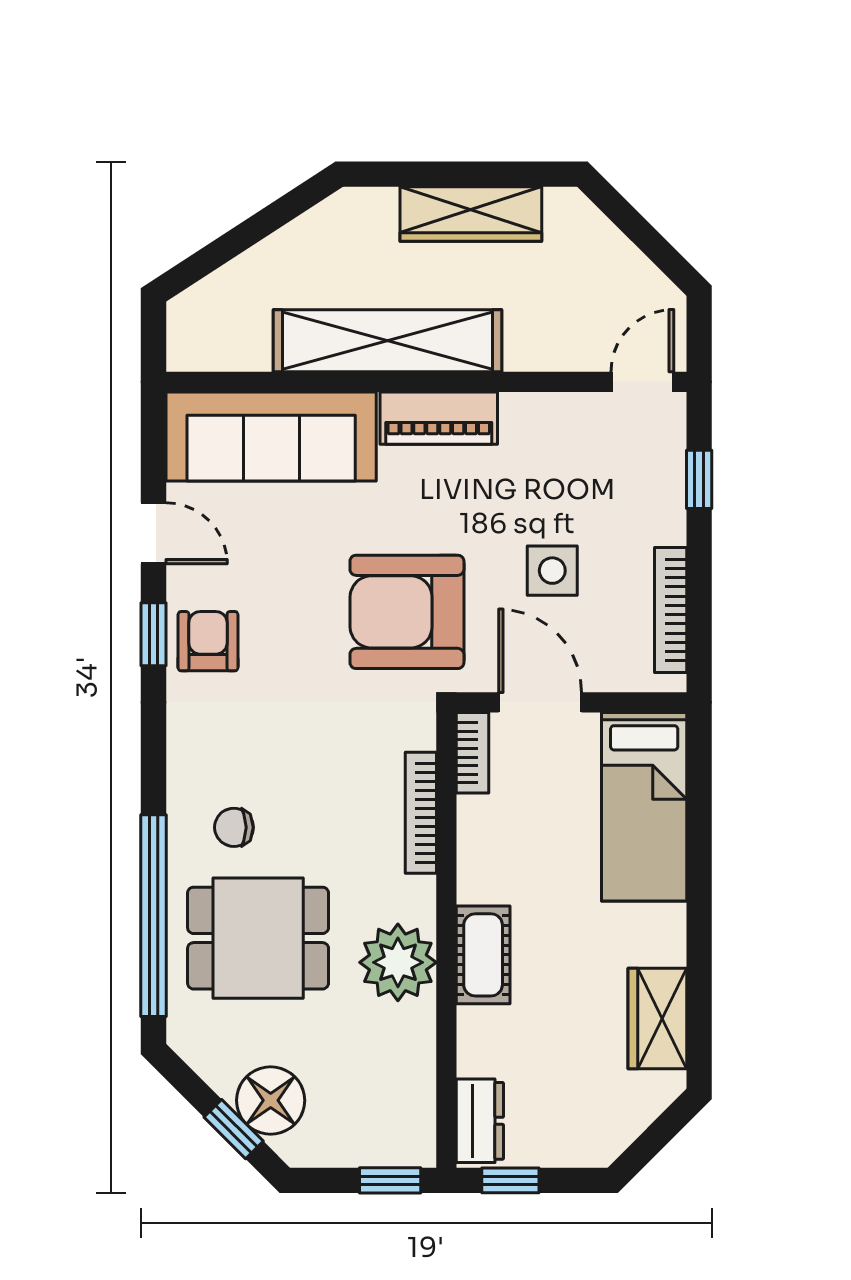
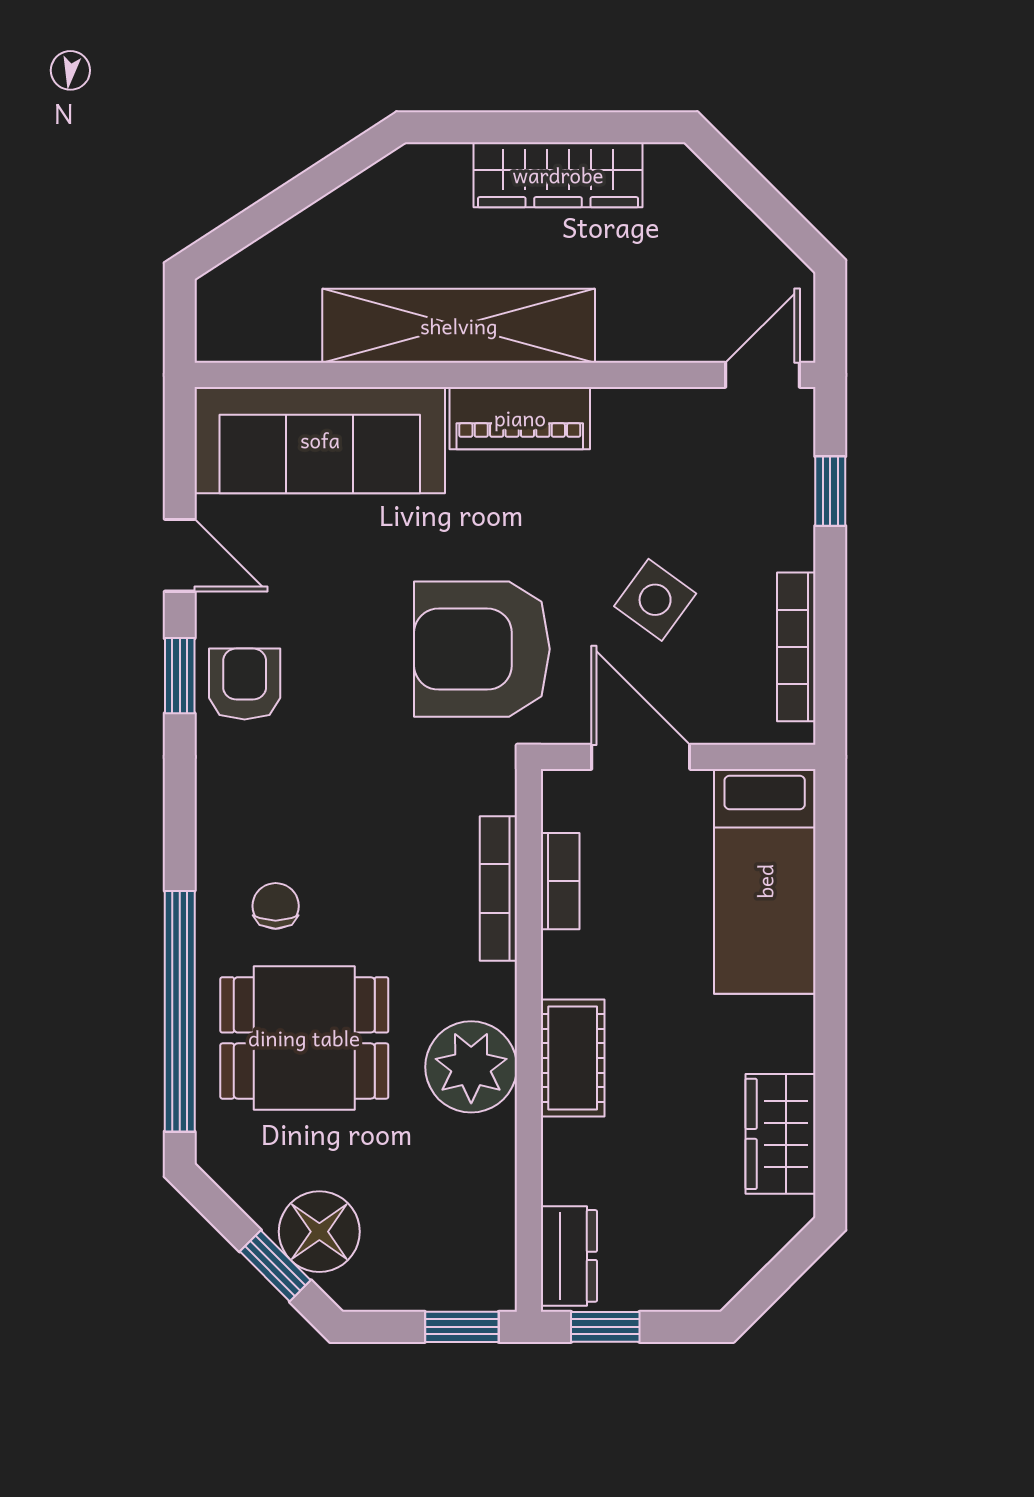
side table: (552, 571) -> (655, 600), turned 36
bookcase: (473, 753) -> (560, 881), moved
chair: (234, 827) -> (276, 906), turned 90

